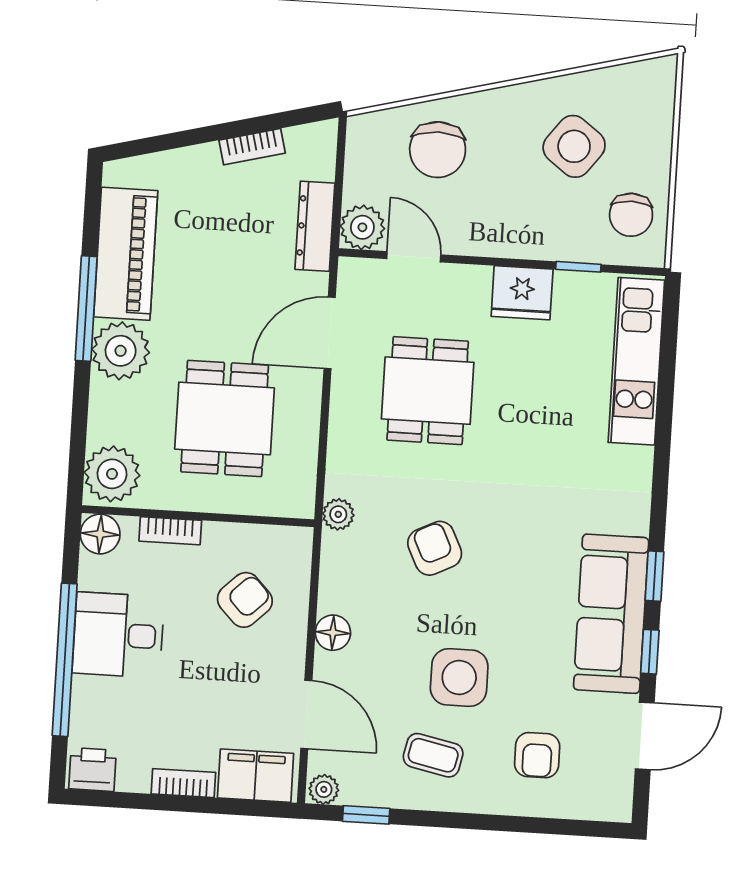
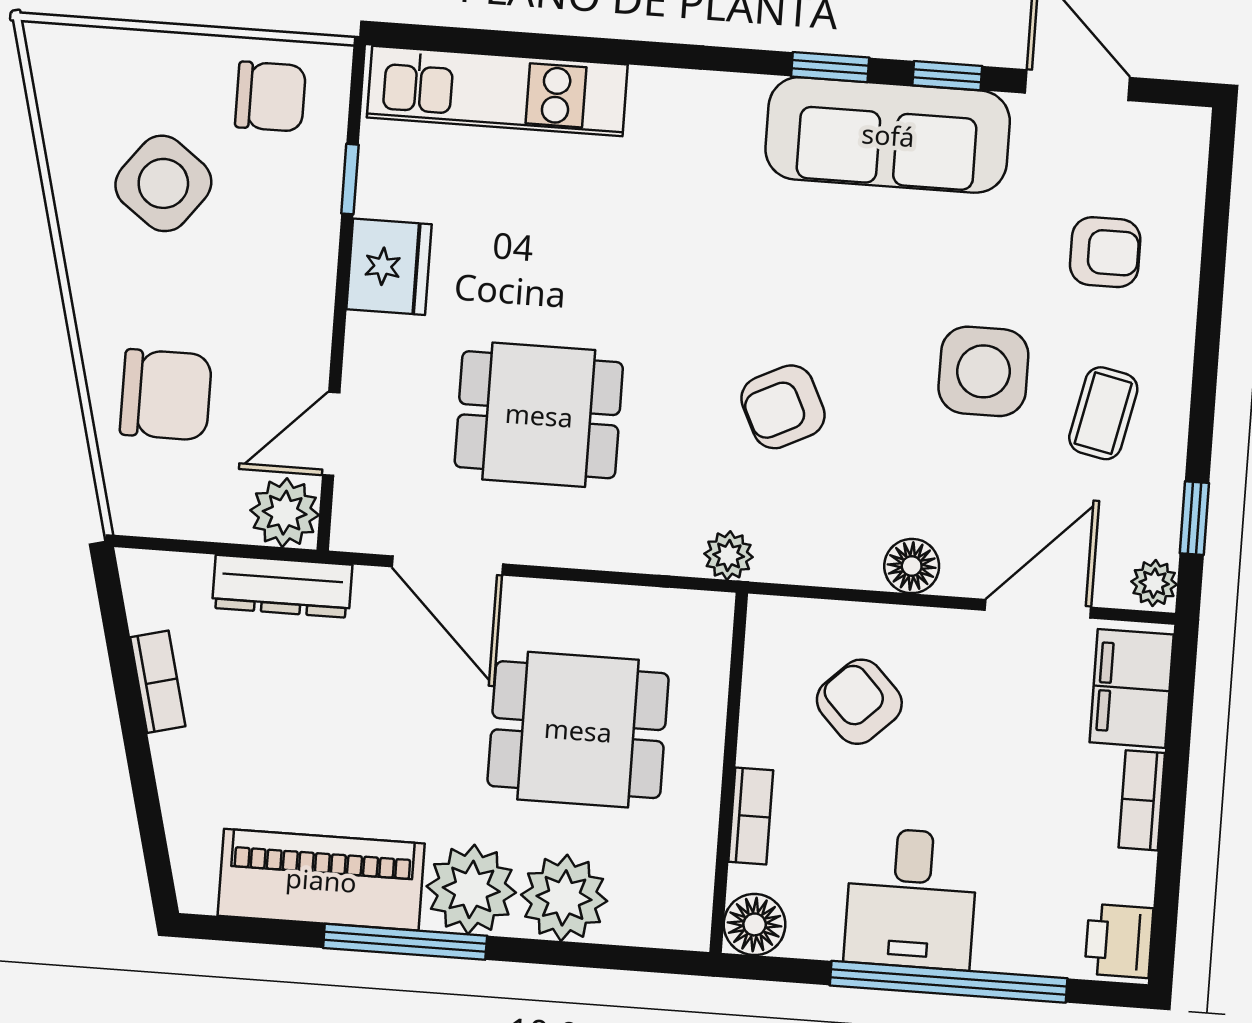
plant: (112, 474) -> (564, 898), moved

